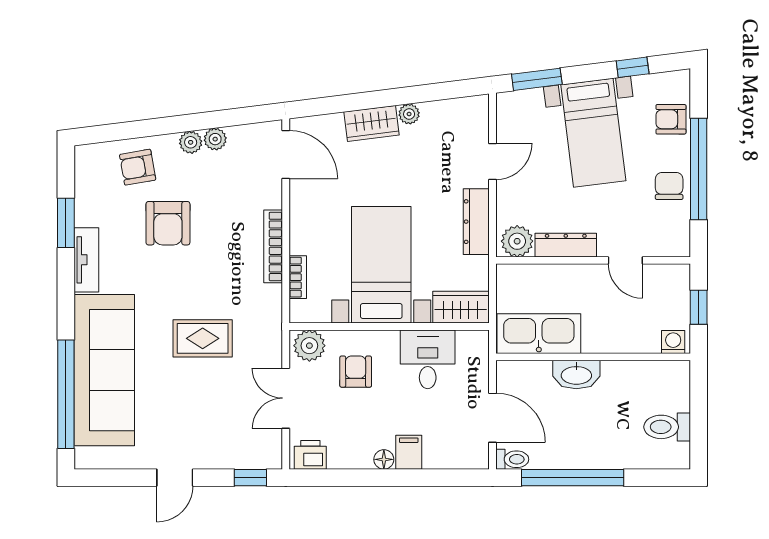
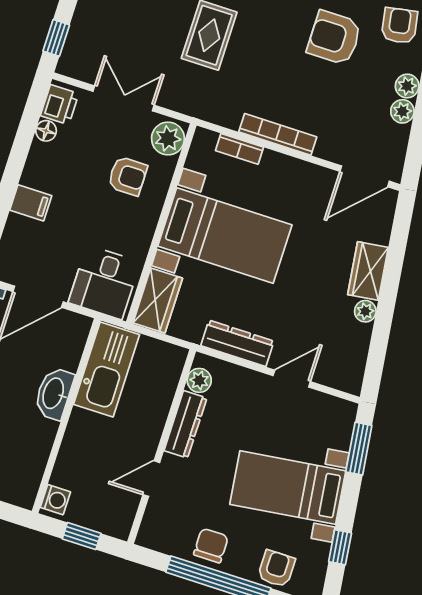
door: (492, 161) -> (292, 379), swing flipped
chair: (669, 186) -> (211, 546), turned -90
plant: (517, 241) -> (199, 380), width x0.73, depth x0.73
desk: (428, 359) -> (104, 282), moved, turned 90
floor lamp: (384, 459) -> (46, 131), moved

